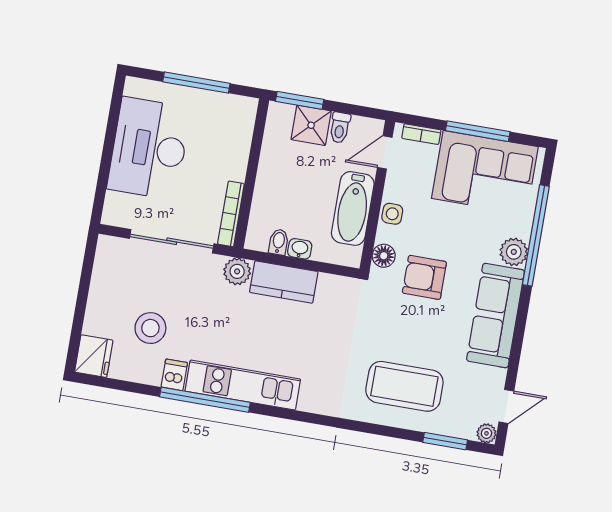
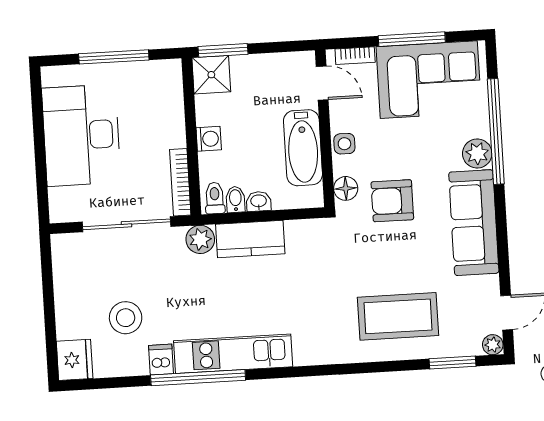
shower: (311, 125) -> (211, 75), moved
toilet: (340, 128) -> (215, 198), moved, turned 180
door: (385, 152) -> (322, 83), swing flipped
washing machine: (267, 180) -> (209, 139), added

